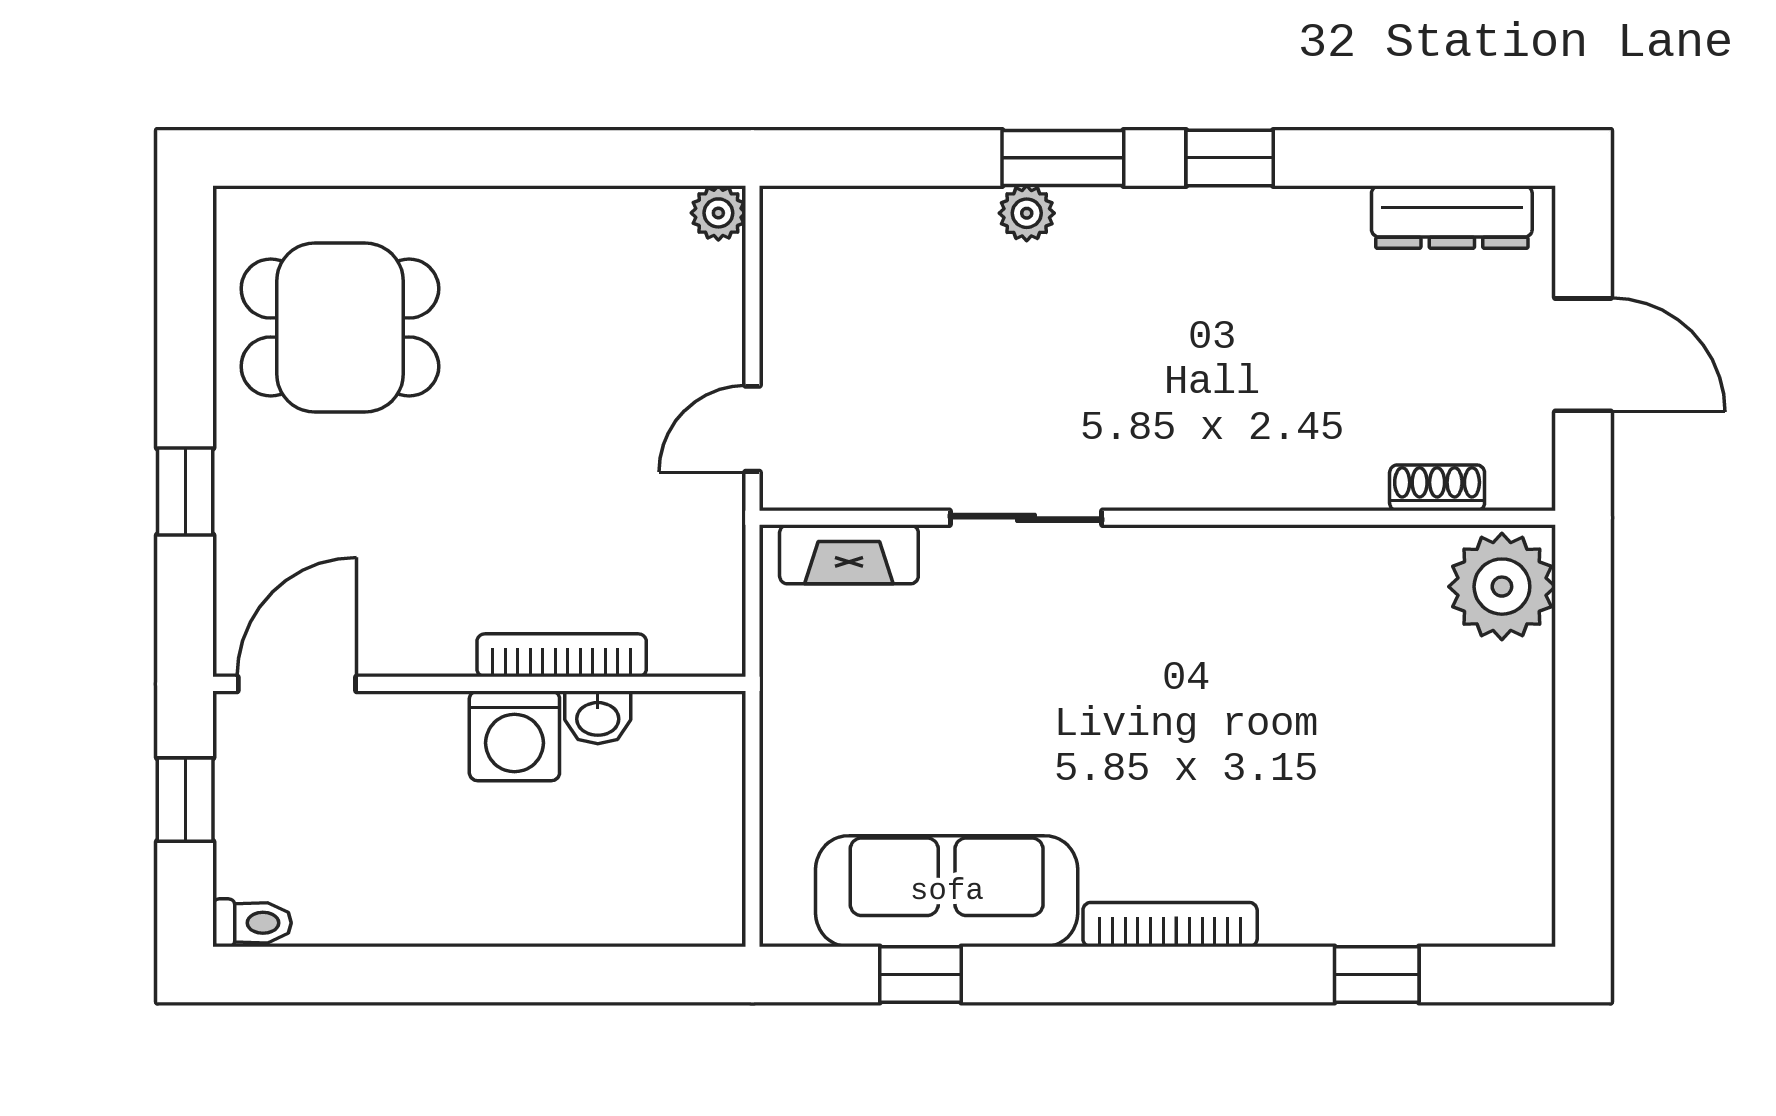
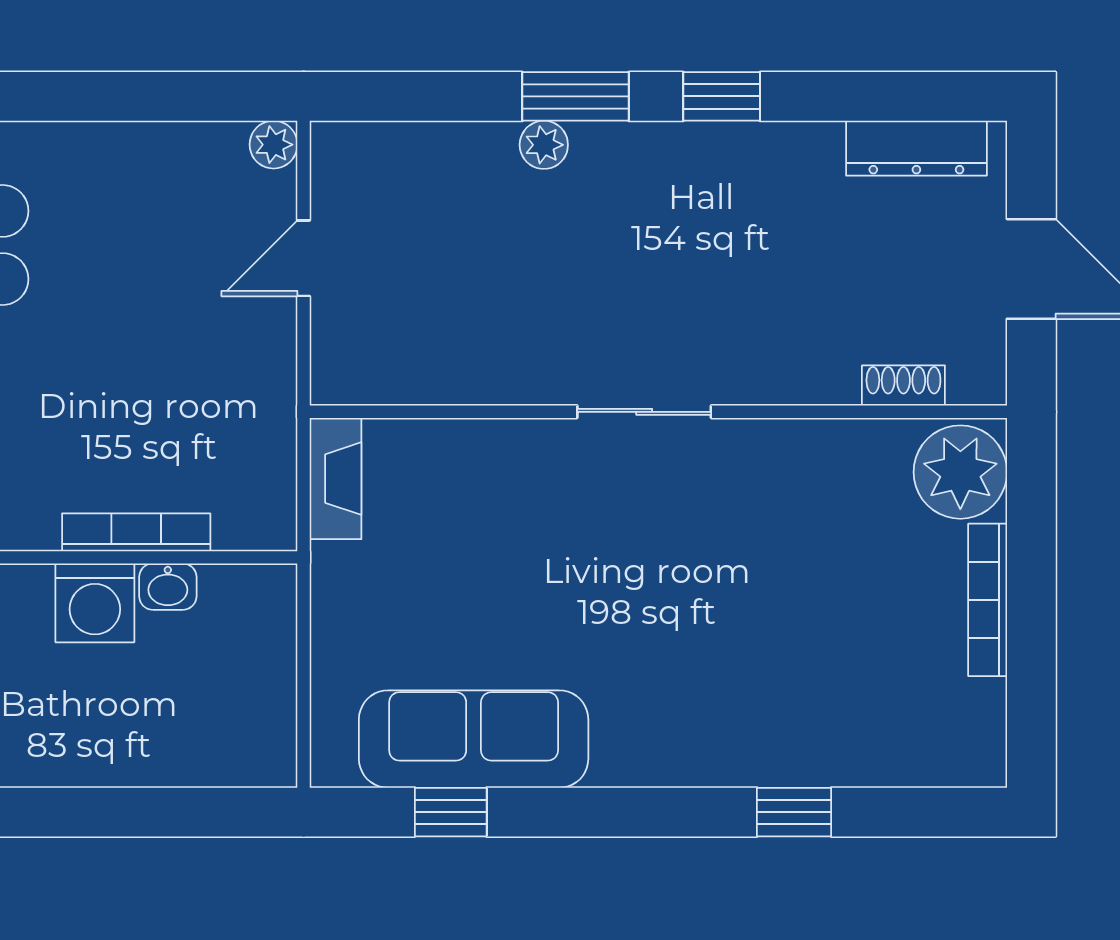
door: (753, 429) -> (304, 258), moved
sliding door: (1026, 518) -> (644, 412), moved
fireplace: (849, 554) -> (336, 479), moved, turned -90
bookcase: (1170, 925) -> (988, 600), moved, turned -90
window: (1377, 975) -> (794, 812), moved

